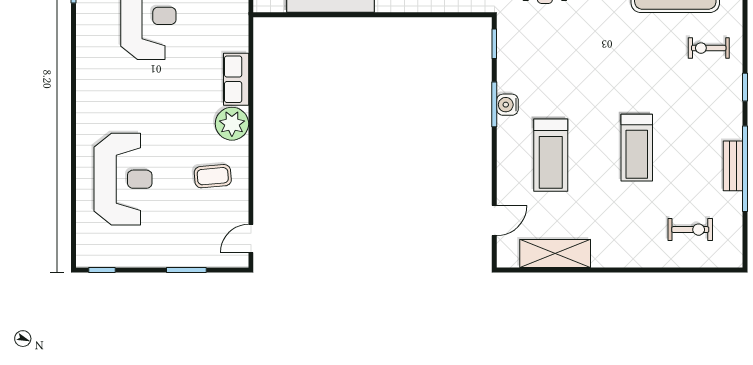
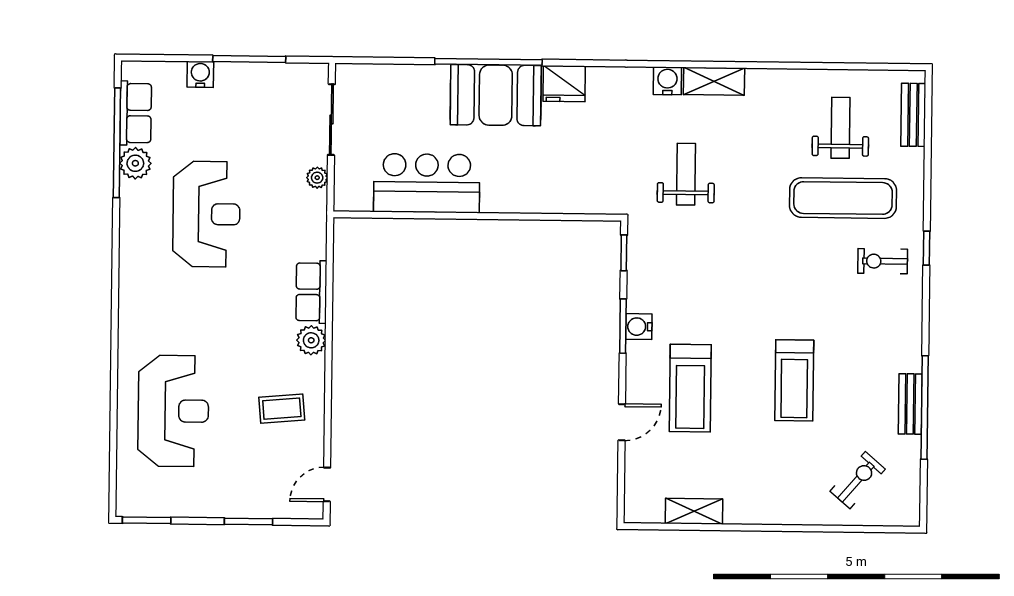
window: (745, 87) -> (927, 248), moved
plant: (232, 124) -> (311, 340), width x0.73, depth x0.73
door: (494, 220) -> (622, 422), moved
exercise bike: (690, 230) -> (858, 480), turned -49
shelving: (555, 254) -> (694, 511), width x0.67, depth x0.75
window: (102, 270) -> (147, 520), width x1.50

